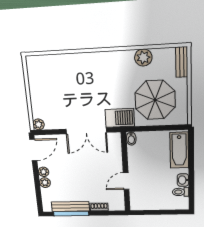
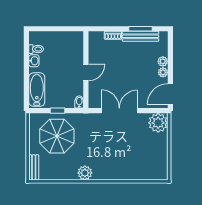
plant: (143, 58) -> (85, 173), moved
barbecue: (120, 118) -> (88, 121), removed
plant: (39, 124) -> (158, 123), width x1.88, depth x1.88
window: (155, 128) -> (57, 111), added
door: (126, 181) -> (86, 72), moved
window: (71, 214) -> (141, 29), width x0.69

